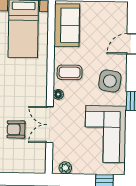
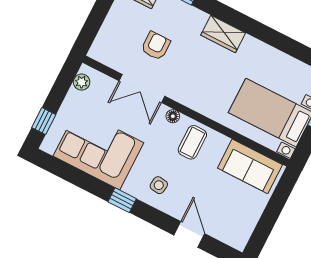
side table: (110, 81) -> (159, 185), width x0.54, depth x0.54
double door: (50, 125) -> (142, 88), swing flipped

